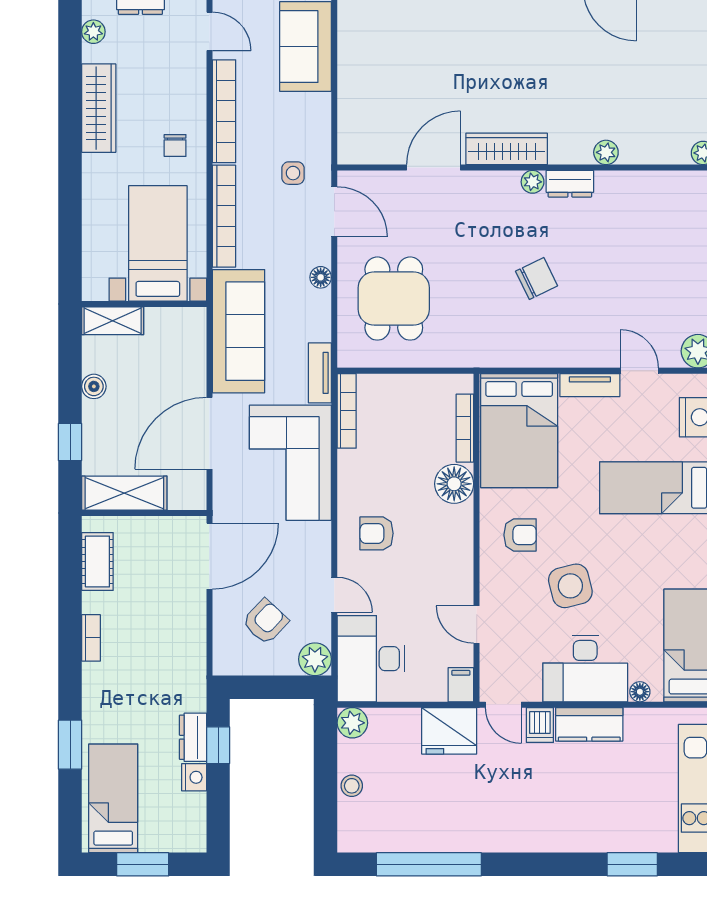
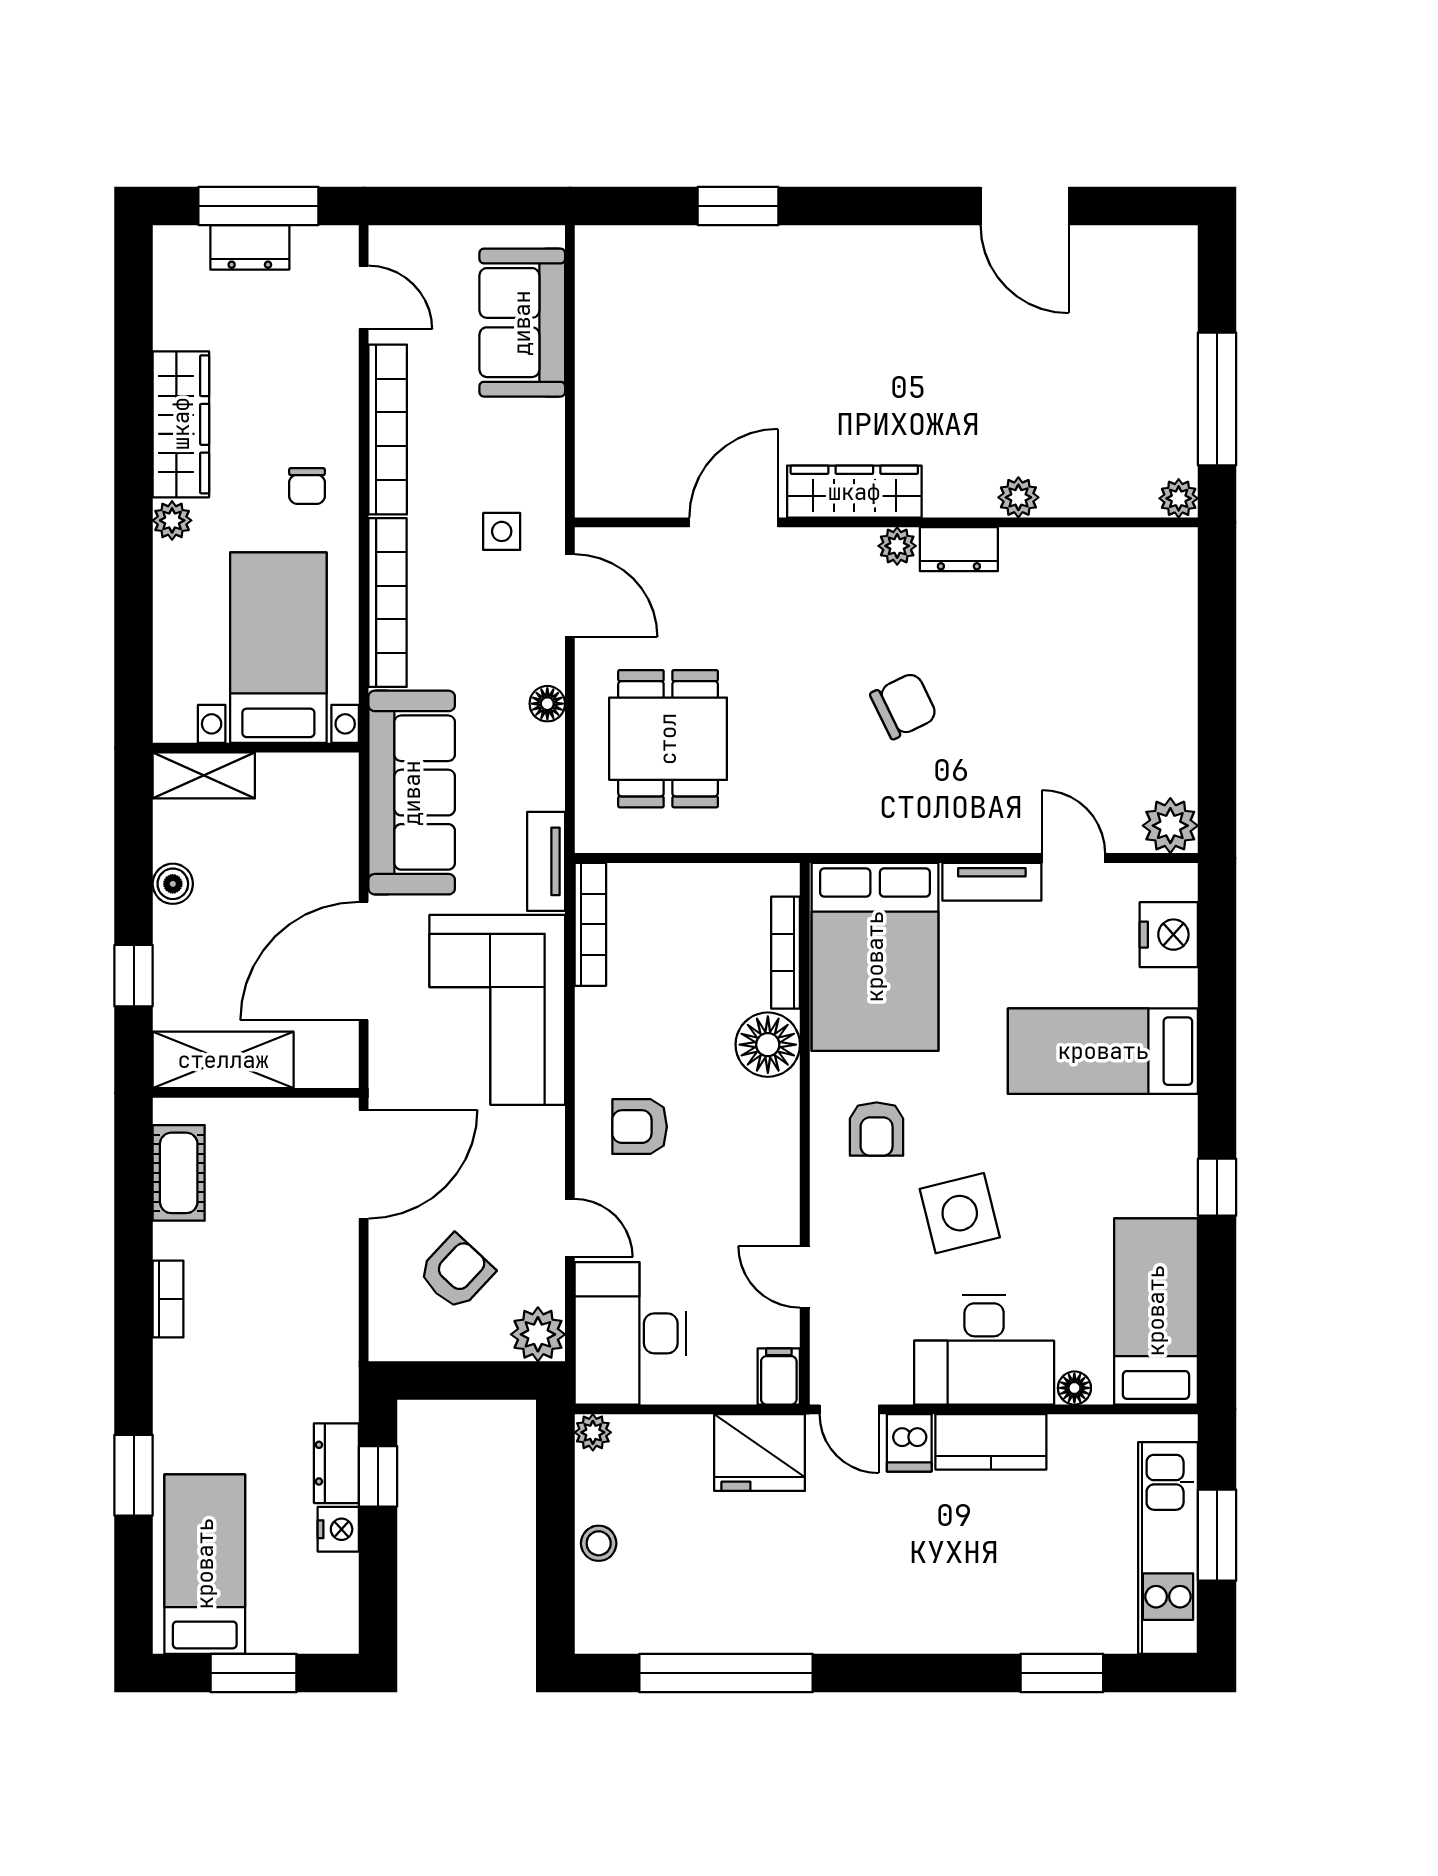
plant: (93, 32) -> (172, 520), moved
armchair: (520, 535) -> (877, 1129), turned 90
plant: (352, 723) -> (593, 1432), width x0.73, depth x0.73

